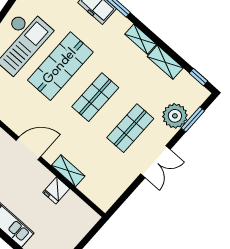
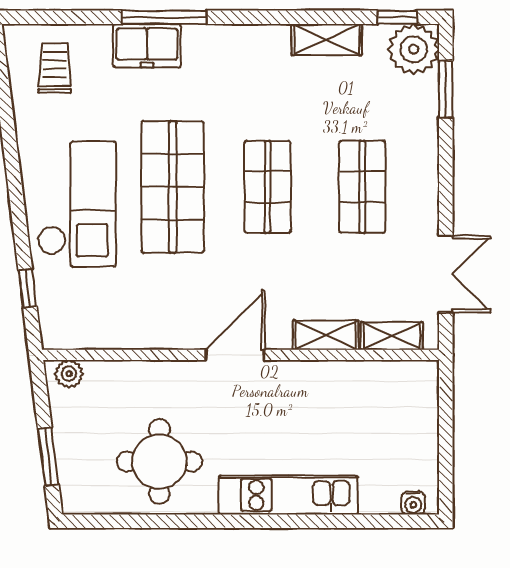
shelving: (141, 39) -> (392, 336), moved
plant: (175, 116) -> (414, 49), moved
double door: (155, 162) -> (446, 274), moved
fridge: (56, 190) -> (334, 381), removed

